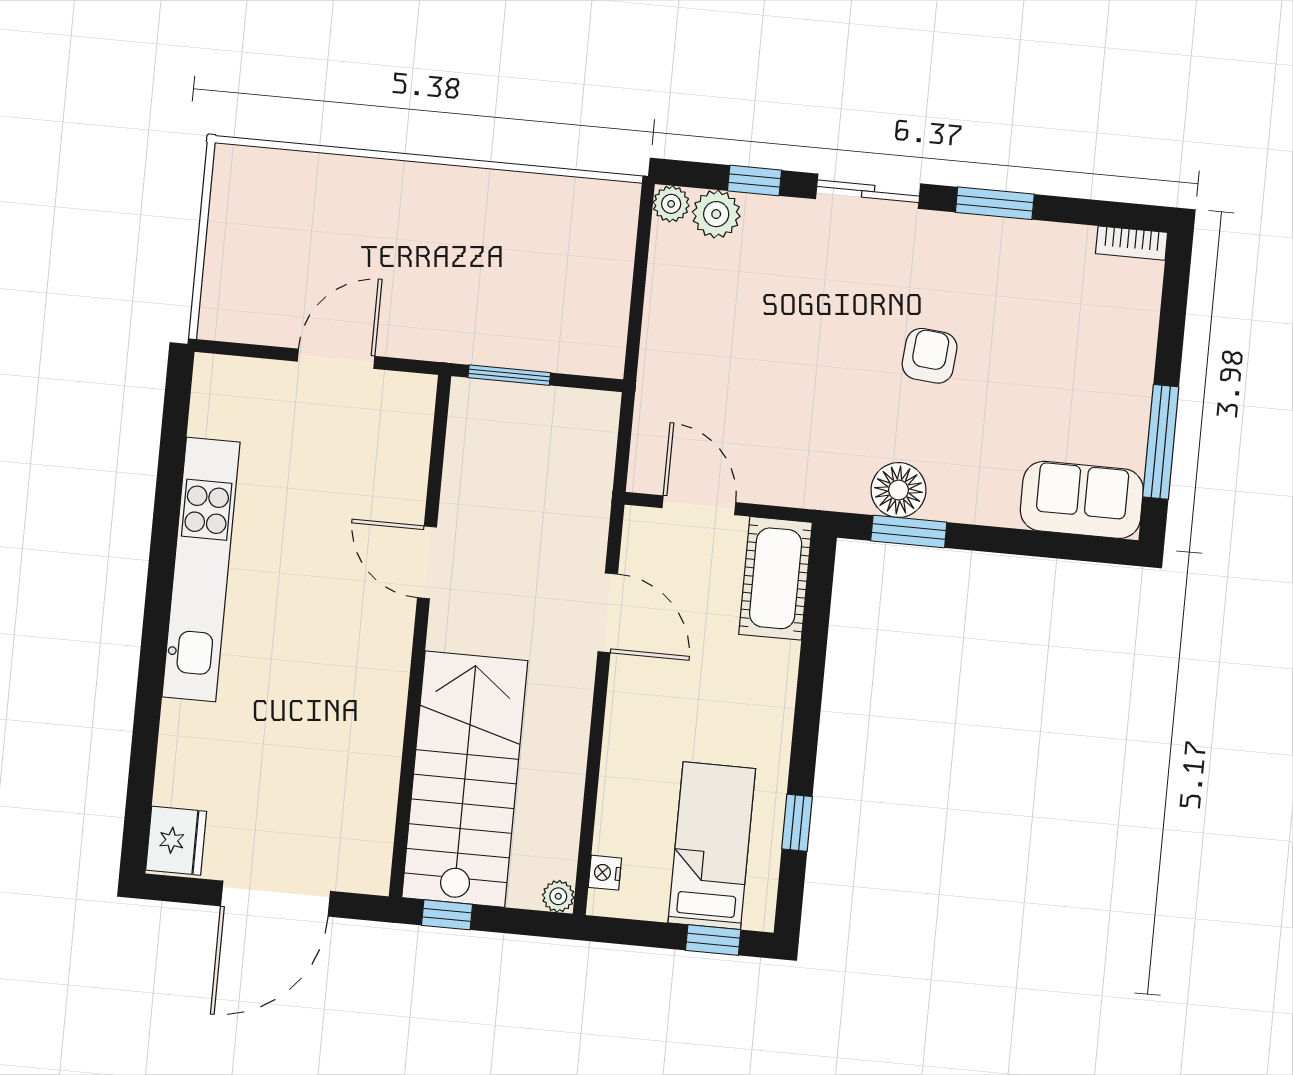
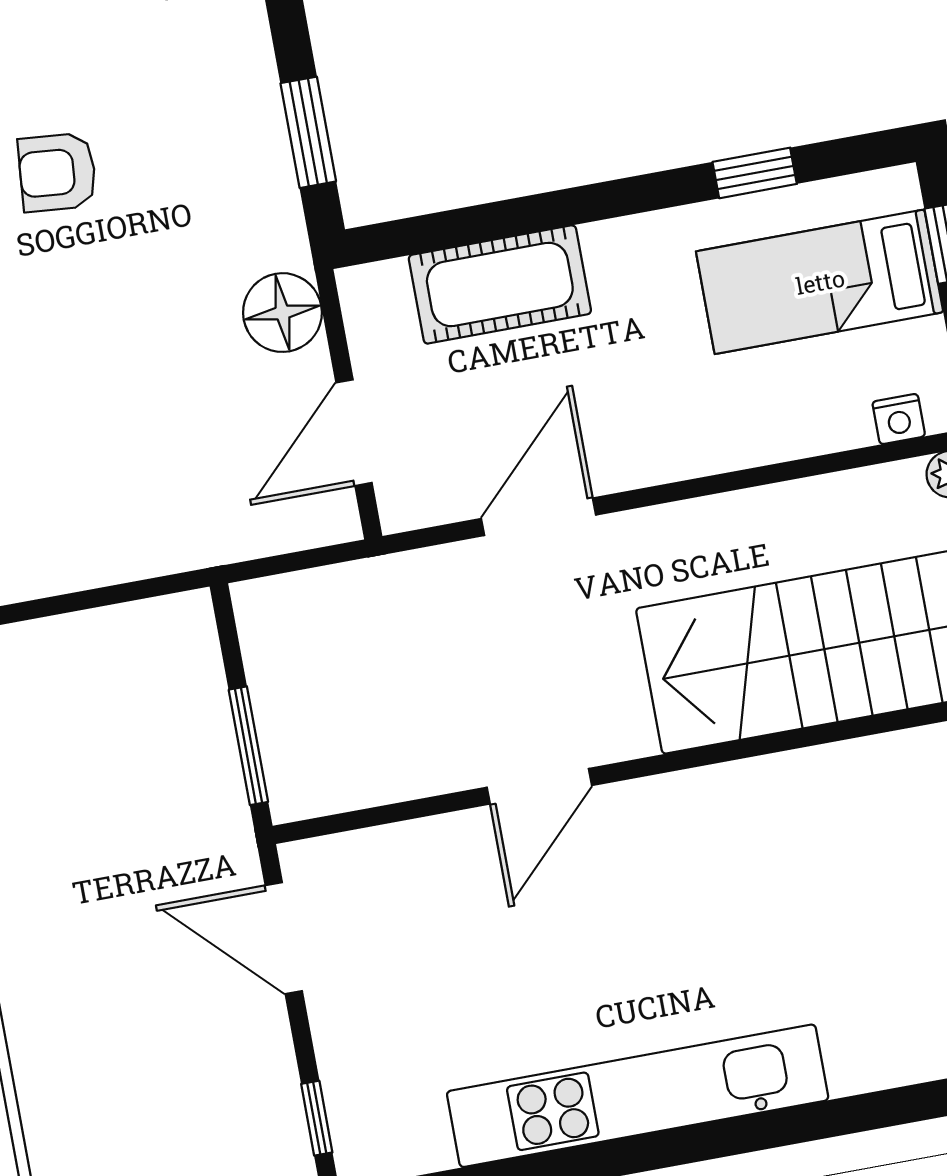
window: (247, 350) -> (317, 1118), added
door: (336, 359) -> (284, 938), moved
floor lamp: (898, 490) -> (282, 313), moved
cot: (776, 578) -> (500, 284), moved

